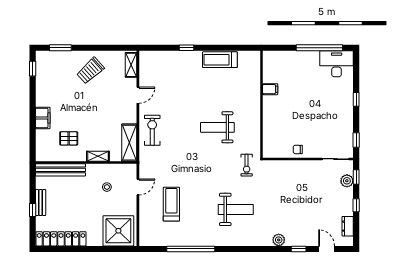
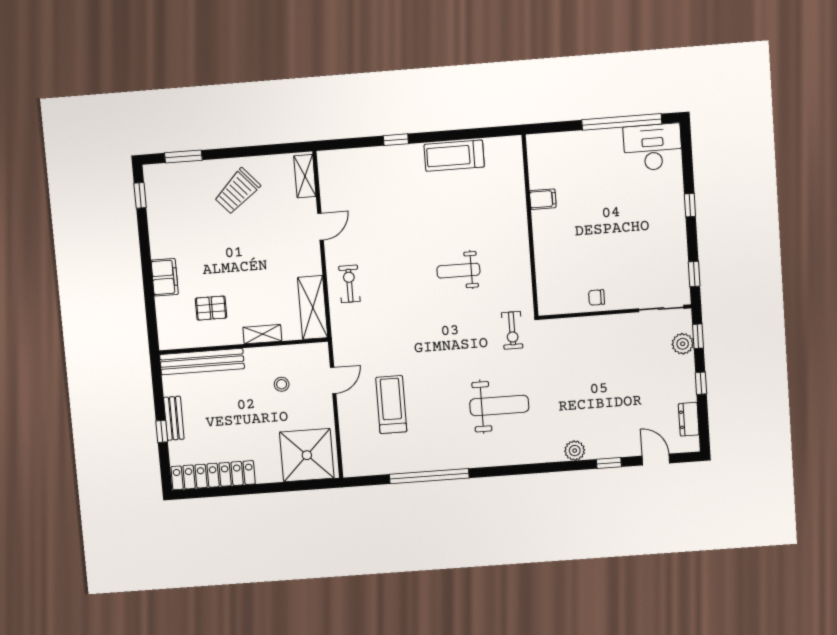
weight bench: (217, 127) -> (458, 271), width x0.73, depth x0.75
exercise bike: (152, 130) -> (349, 284), width x0.73, depth x0.72

